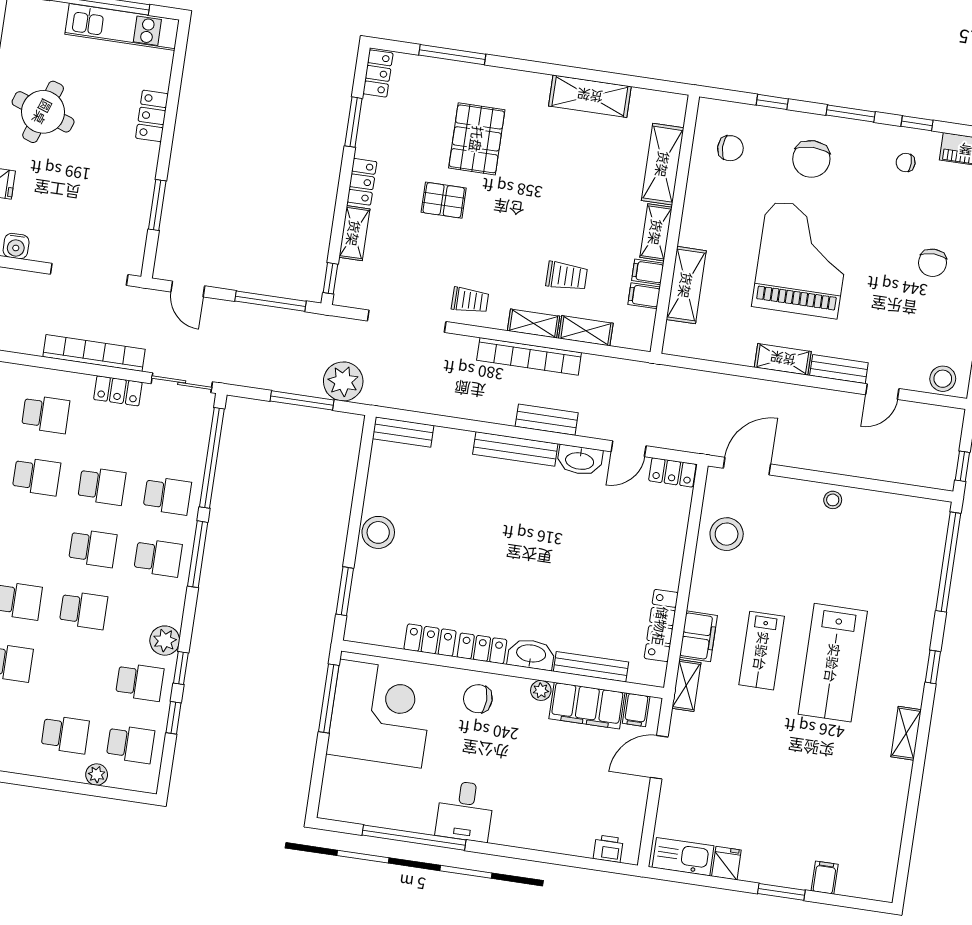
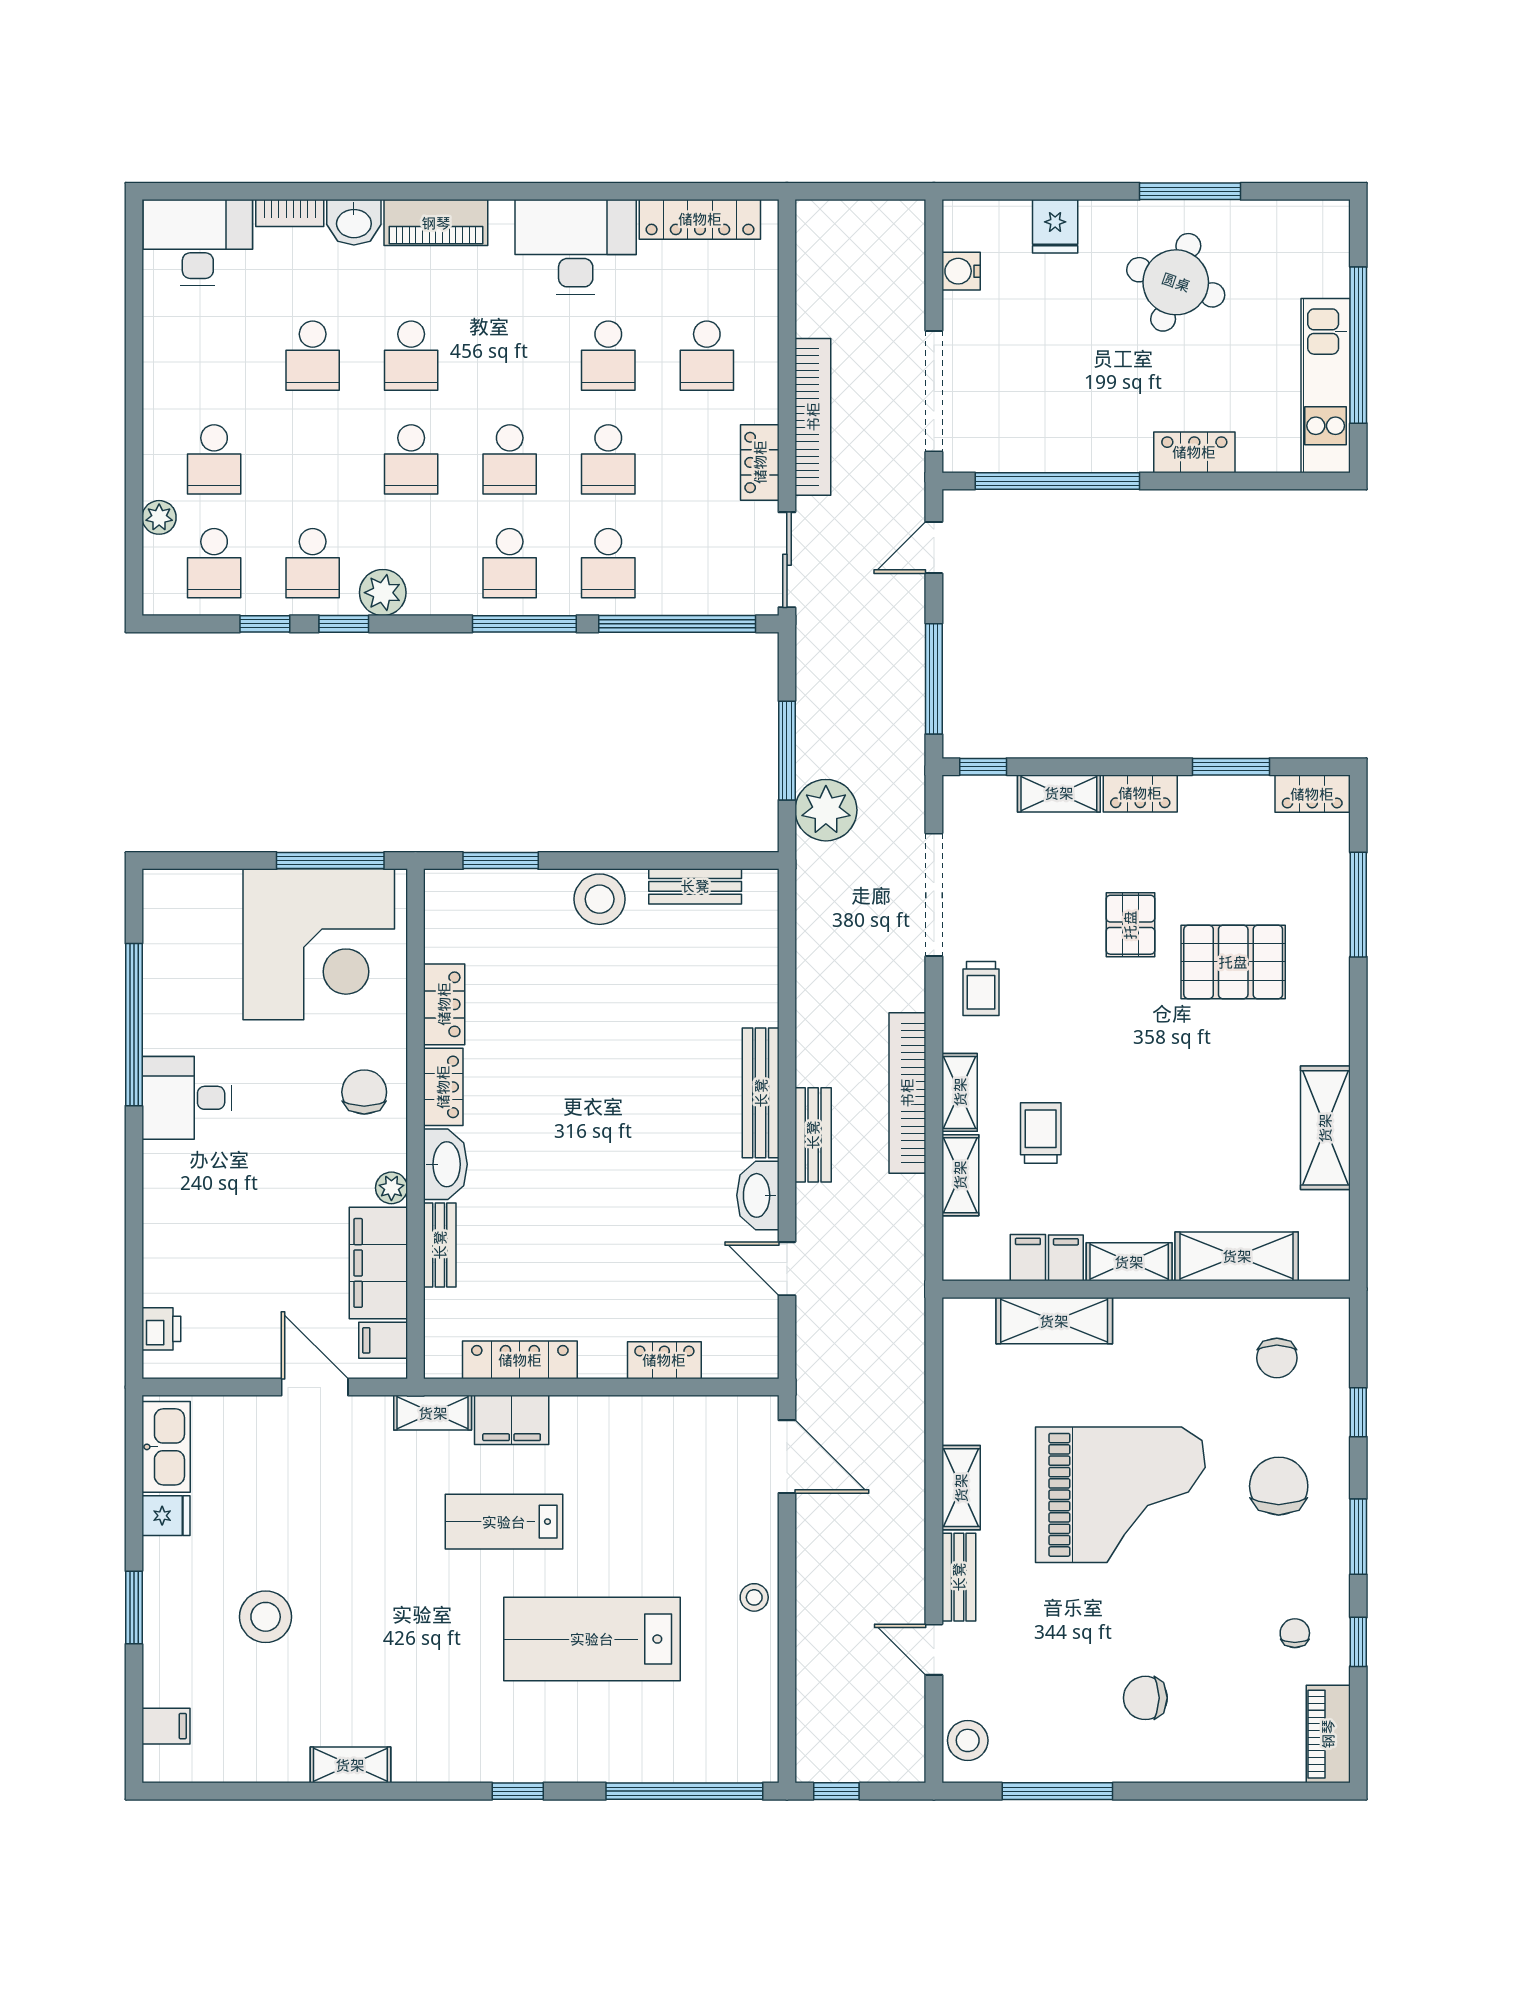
chair: (811, 159) -> (1279, 1486), turned 90
window: (157, 205) -> (1057, 481), width x2.11
trolley: (567, 276) -> (1041, 1133), turned 180
bench: (403, 432) -> (695, 886), moved, turned 90
locker: (672, 472) -> (664, 1360), moved, turned 90
stool: (727, 534) -> (266, 1617), moved
lab bench: (833, 663) -> (592, 1639), moved
bench: (591, 667) -> (440, 1245), width x0.73
shelving: (906, 733) -> (350, 1765), moved
filing cabinet: (825, 878) -> (166, 1726), moved

